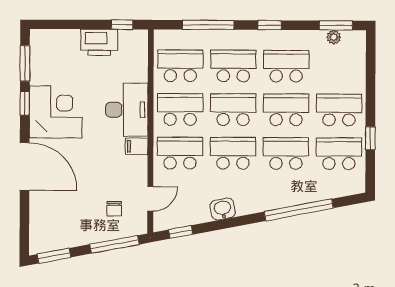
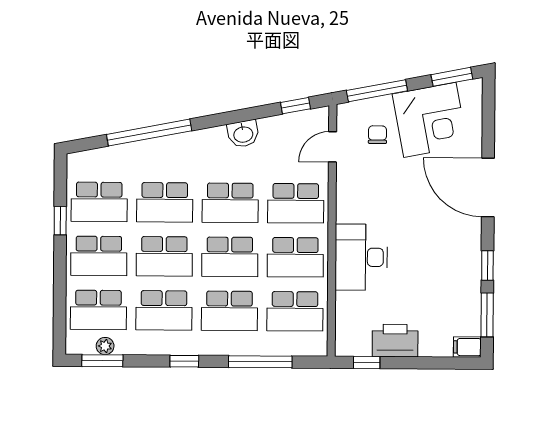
school desk: (339, 66) -> (98, 310), added
corner desk: (56, 112) -> (430, 120), moved, turned -101
filing cabinet: (137, 146) -> (467, 347), moved, turned 180

